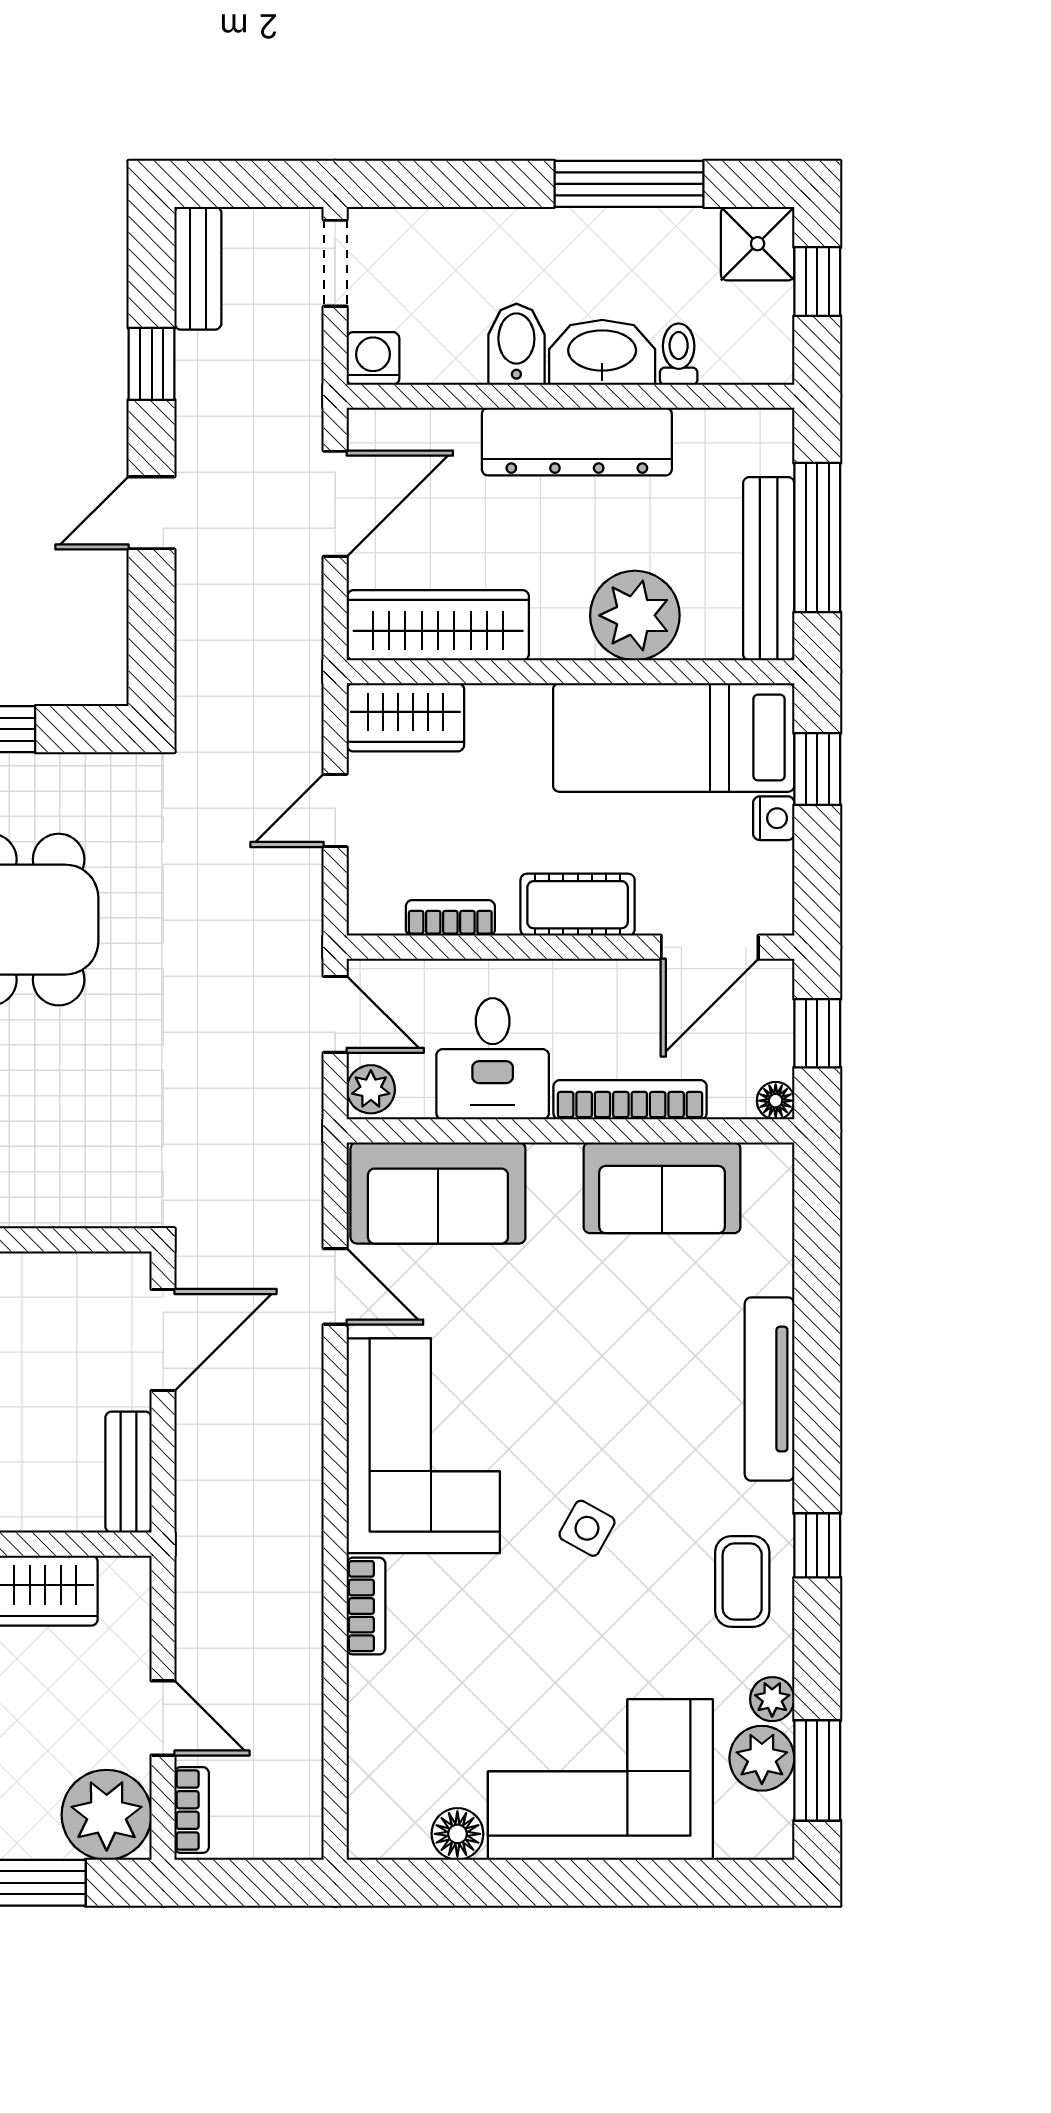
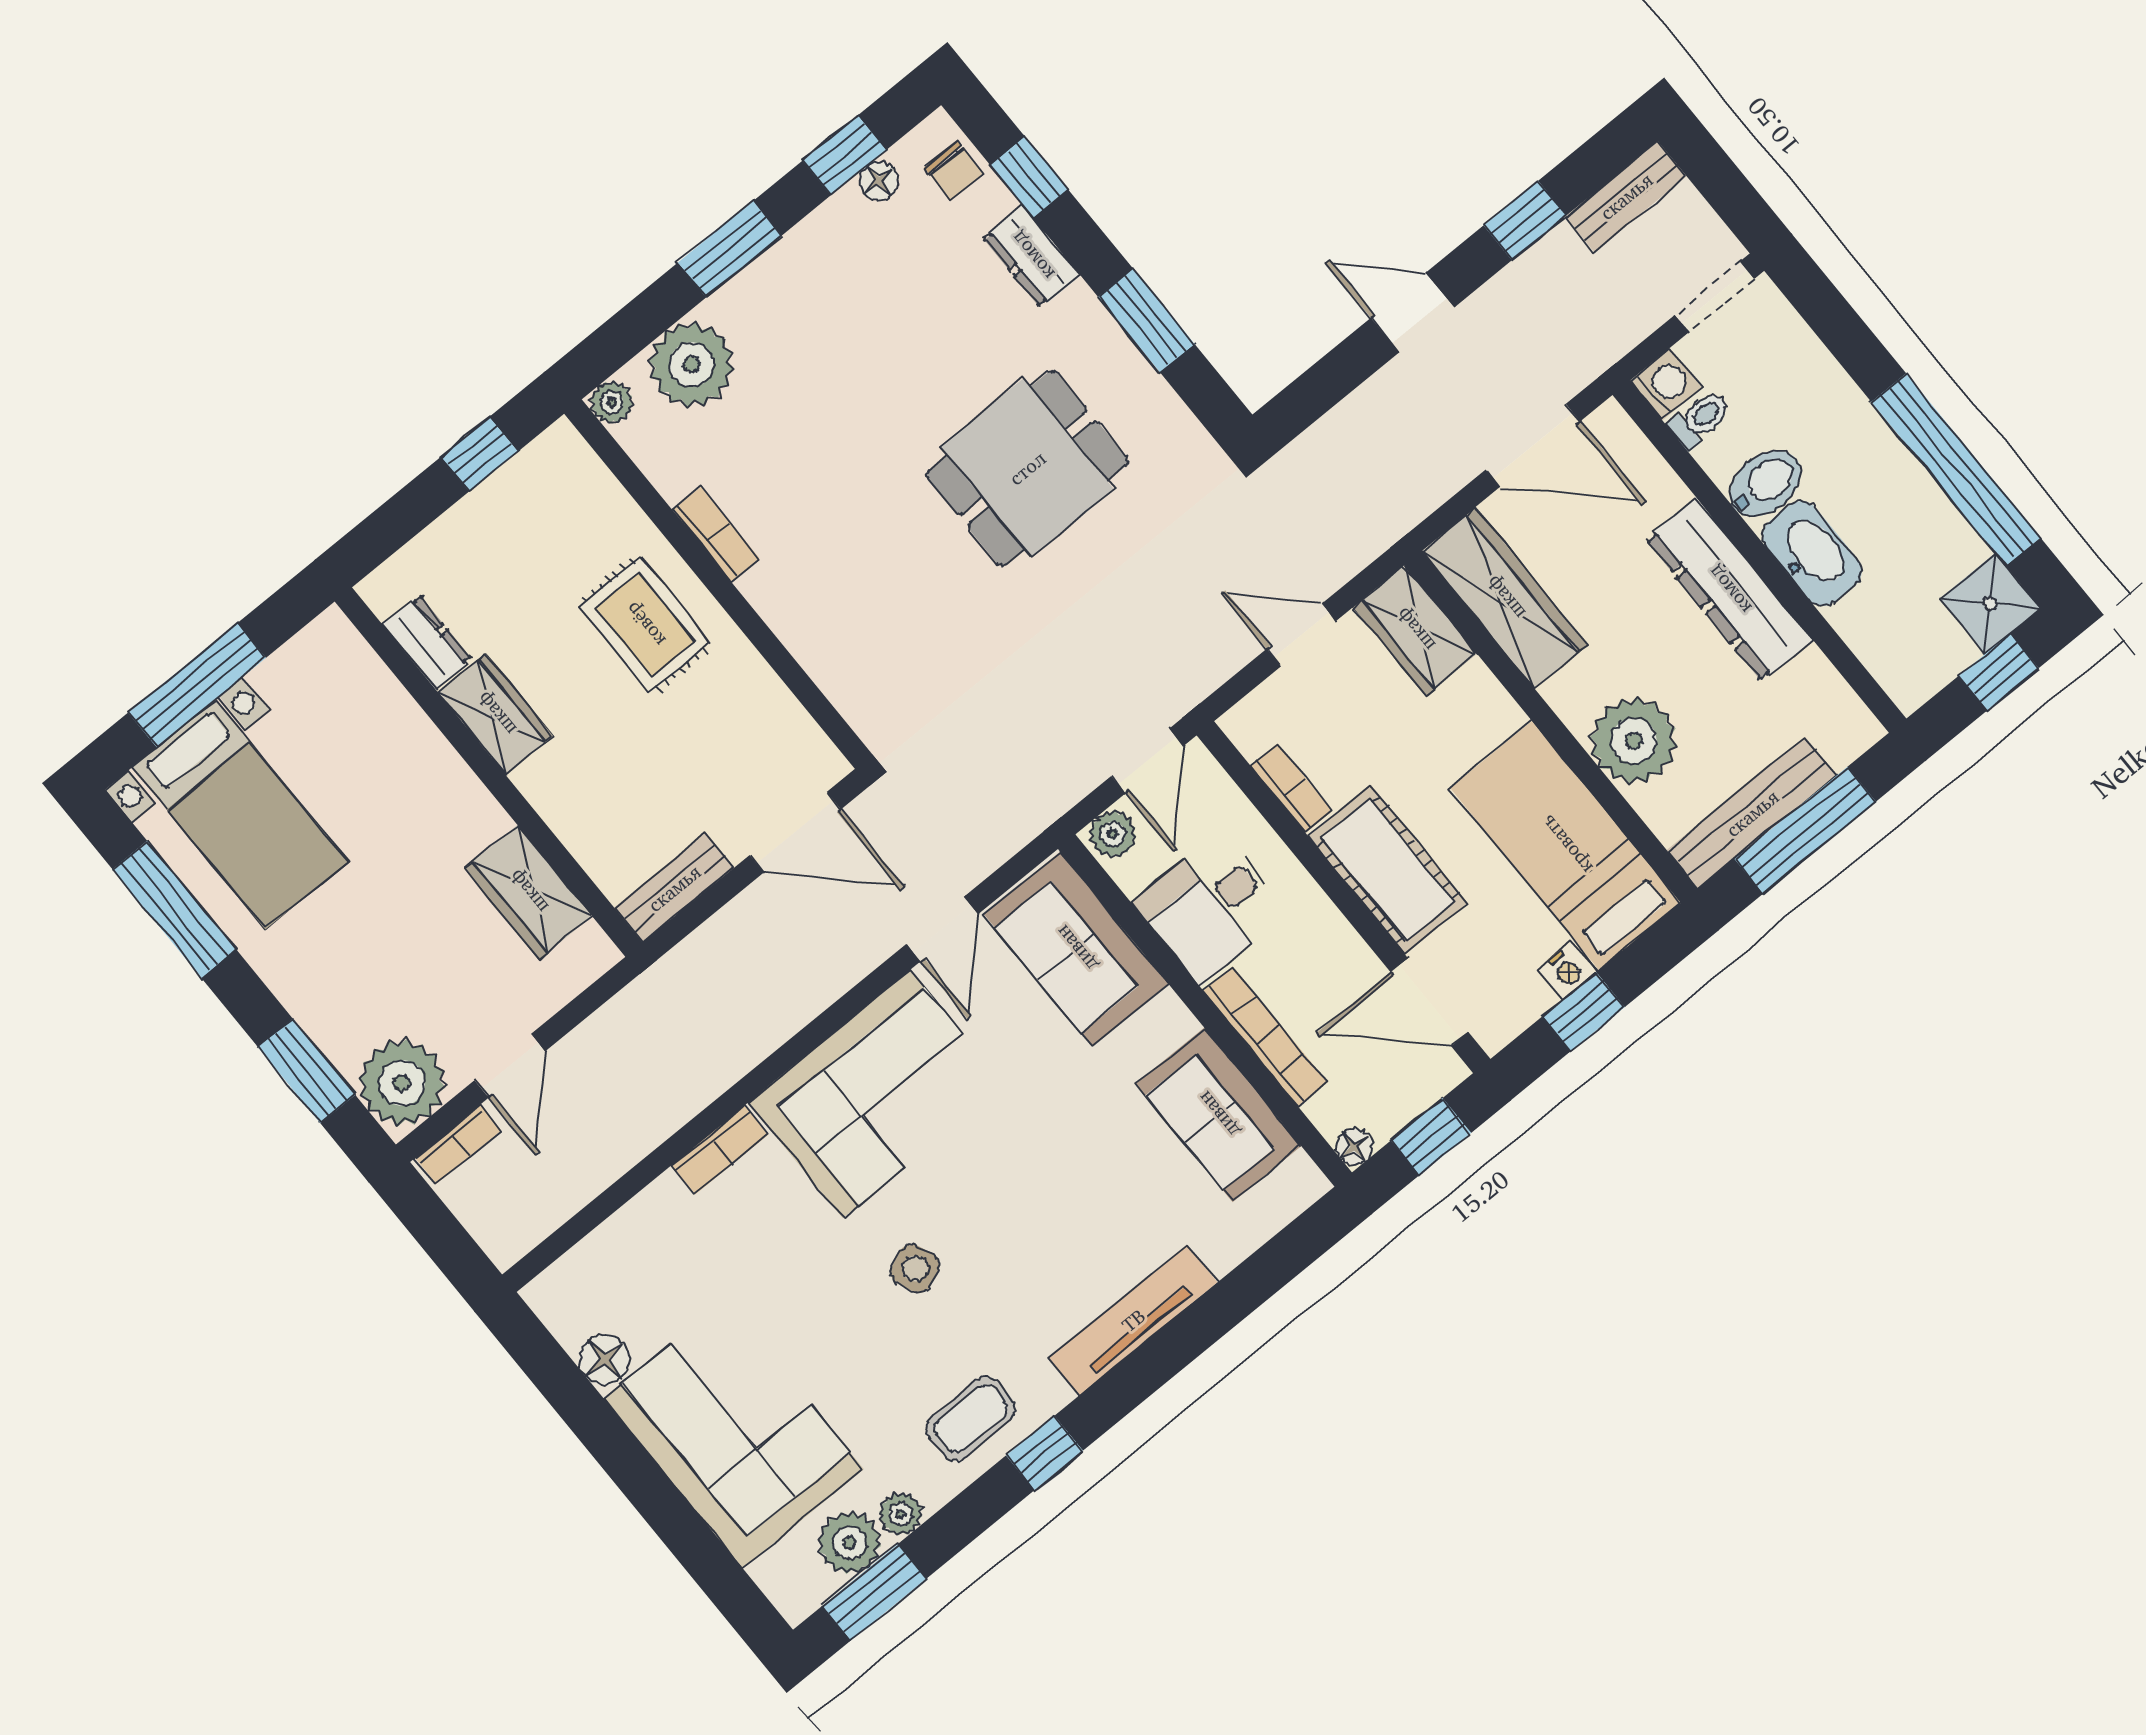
window: (629, 184) -> (1956, 470), width x1.46
toilet: (679, 354) -> (1700, 419), moved
window: (817, 769) -> (1583, 1012), moved
cot: (578, 905) -> (1388, 870), width x1.37, depth x1.34
side table: (587, 1528) -> (915, 1269), turned 38

